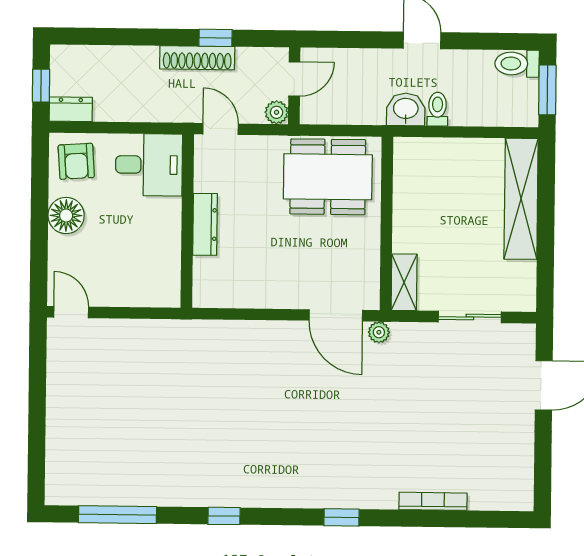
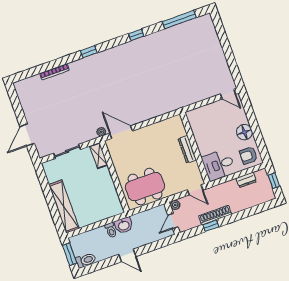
dresser: (71, 109) -> (246, 180), moved
armchair: (76, 161) -> (248, 155), turned -86

